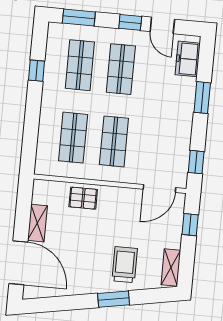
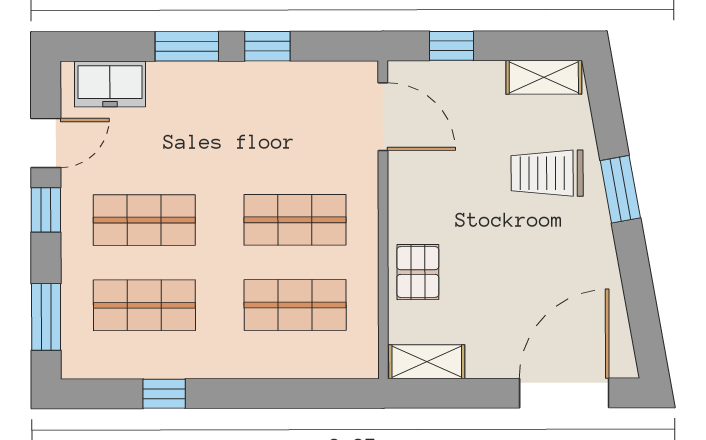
window: (196, 162) -> (267, 46), moved
shelving: (37, 223) -> (427, 362), moved

